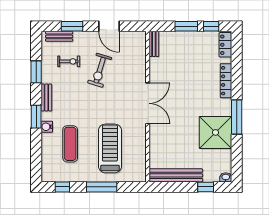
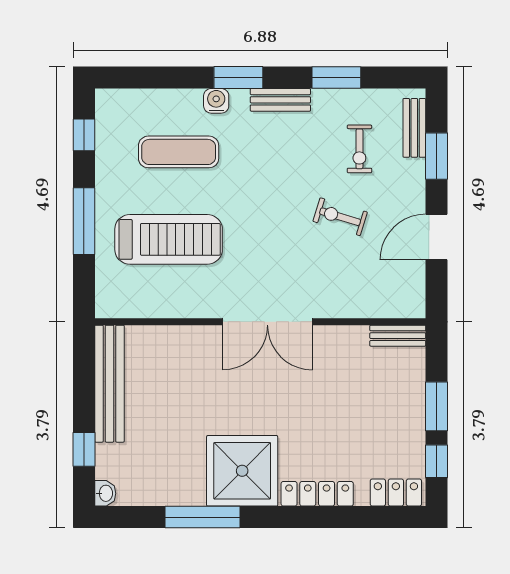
exercise bike: (100, 70) -> (340, 217), width x0.73, depth x0.72
window: (237, 117) -> (202, 517), moved
shower: (215, 132) -> (242, 471), moved

